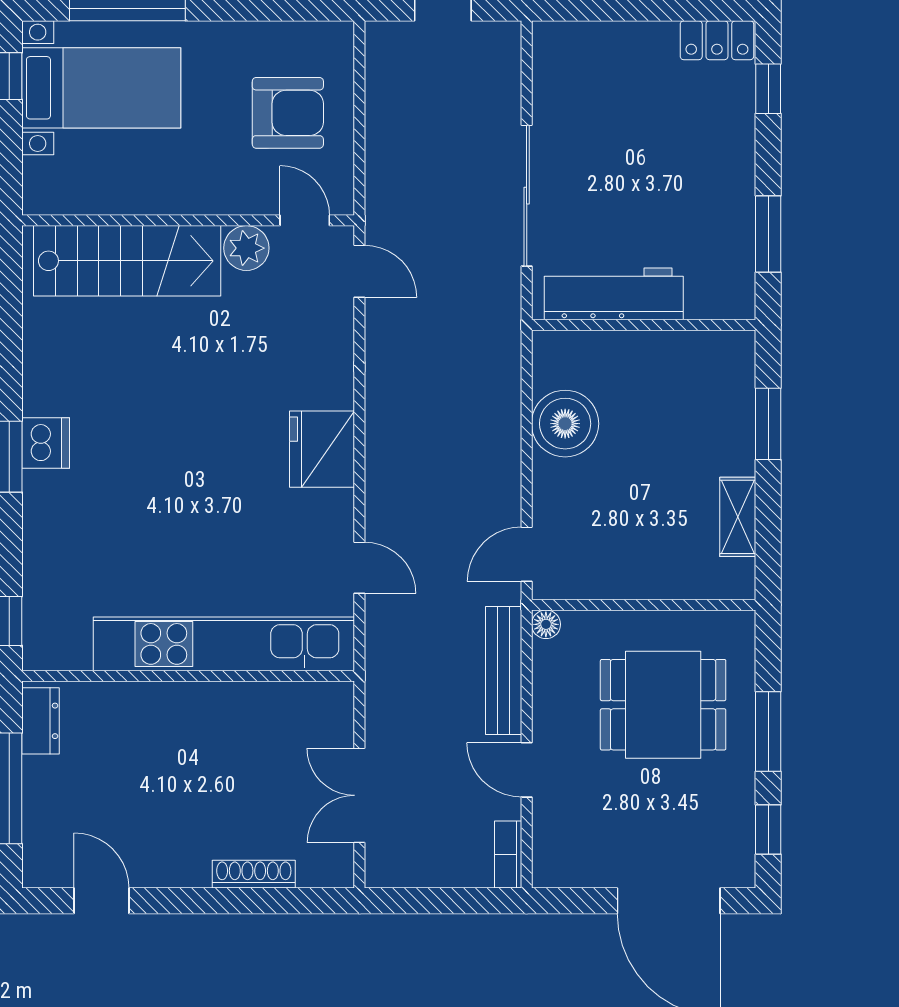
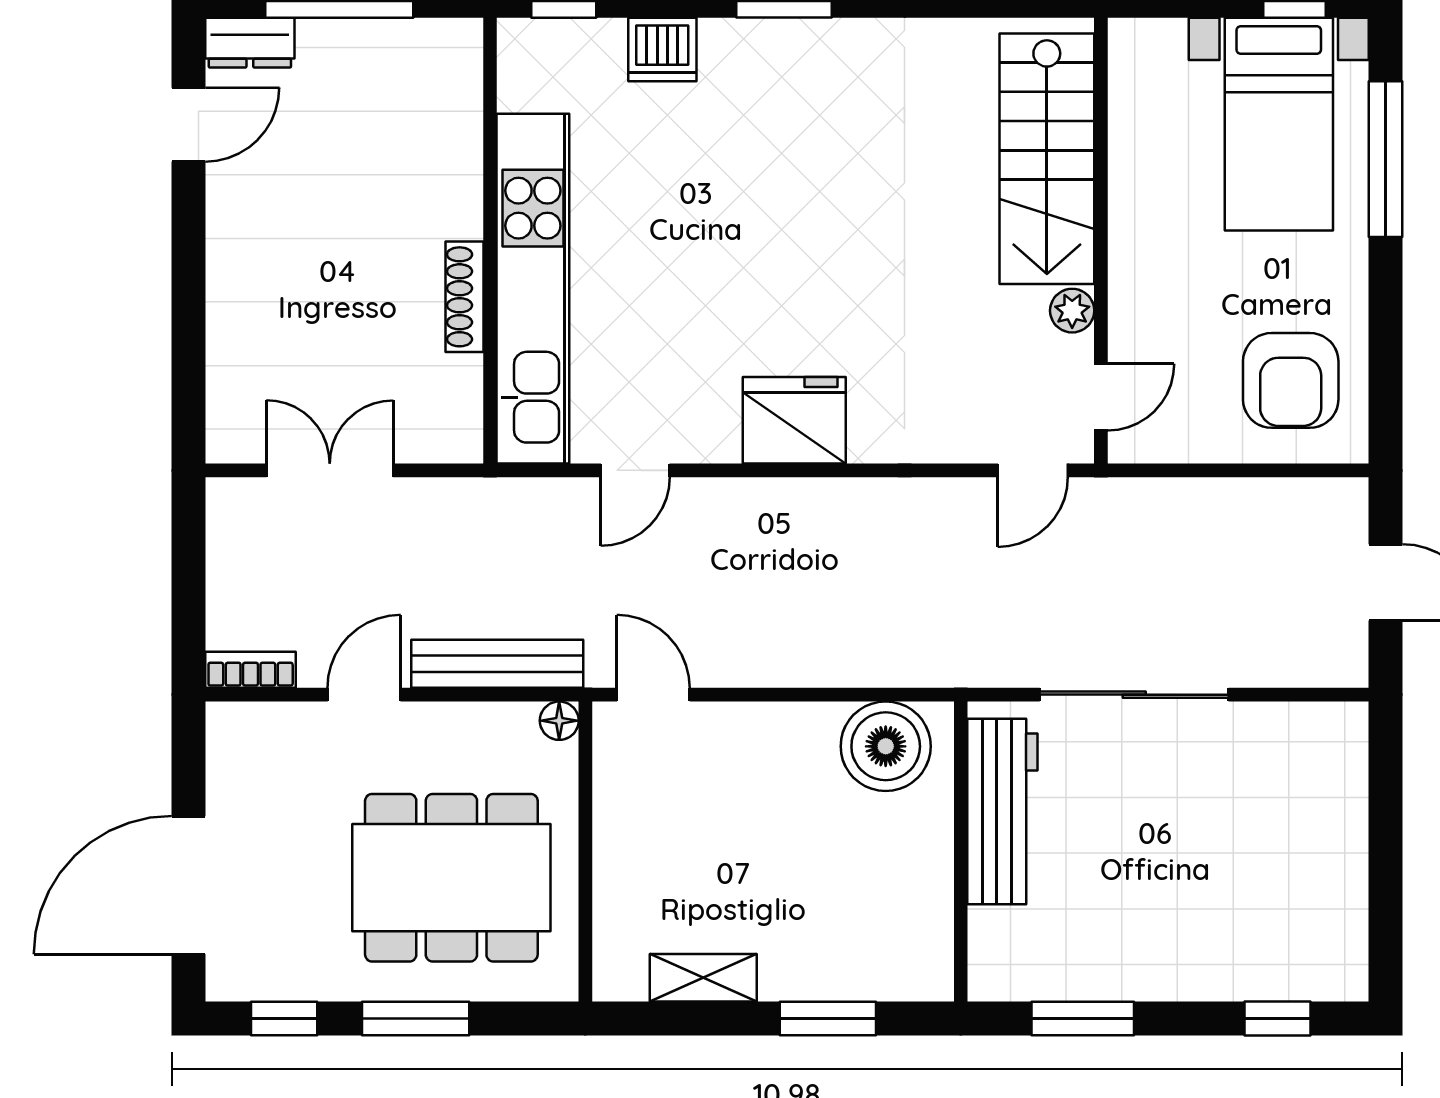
locker: (717, 40) -> (1343, 950), removed
armchair: (288, 113) -> (1291, 380), moved
plant: (246, 248) -> (1072, 311), width x0.73, depth x0.73
boiler: (565, 424) -> (886, 746), moved
dishwasher: (46, 443) -> (662, 49), moved
dining table: (663, 705) -> (451, 878), width x1.38
dresser: (40, 721) -> (250, 43), moved
shoe rack: (254, 874) -> (464, 297), moved, turned 180

